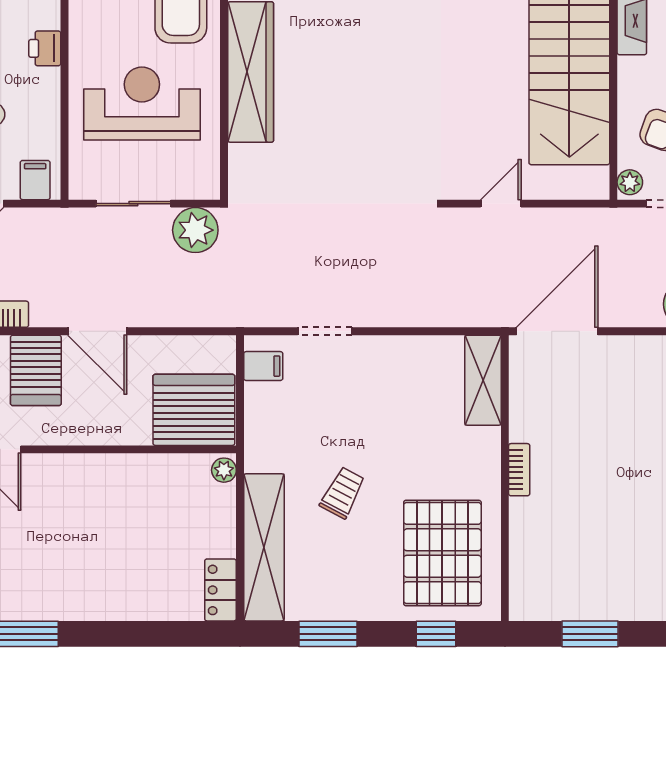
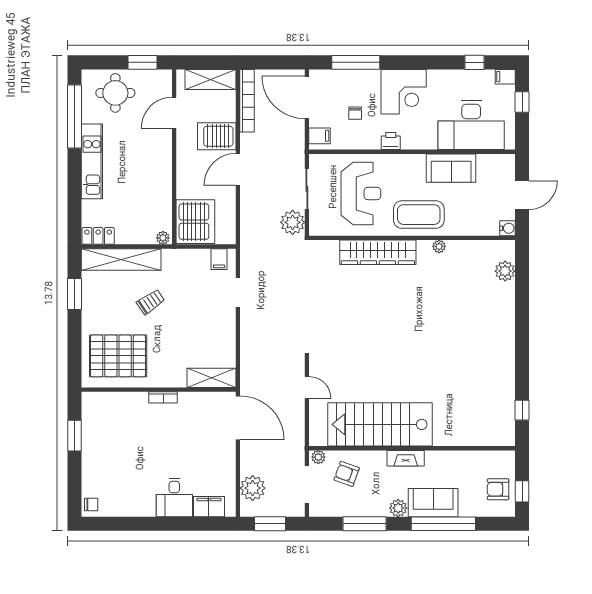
trolley: (343, 493) -> (151, 302), turned -62
kitchen unit: (82, 601) -> (92, 161), added
window: (436, 634) -> (74, 352), removed

